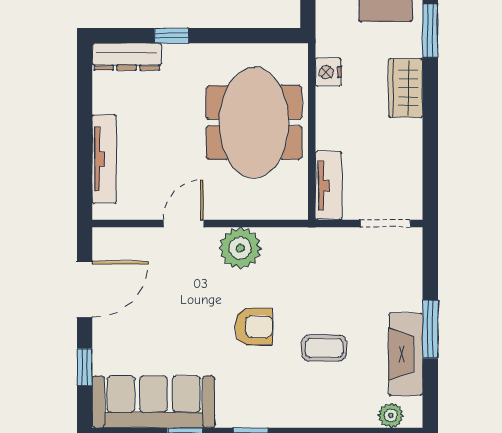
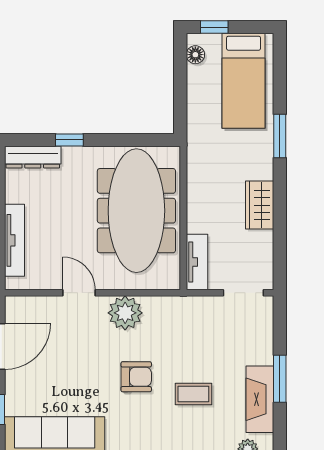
nightstand: (328, 72) -> (197, 170), removed
wardrobe: (406, 88) -> (260, 205), moved
meeting table: (254, 122) -> (136, 211), width x1.36
door: (183, 223) -> (79, 293), hinge flipped

